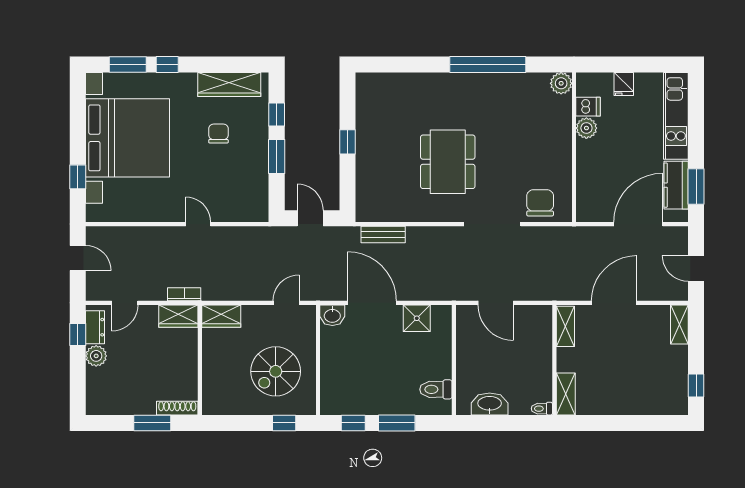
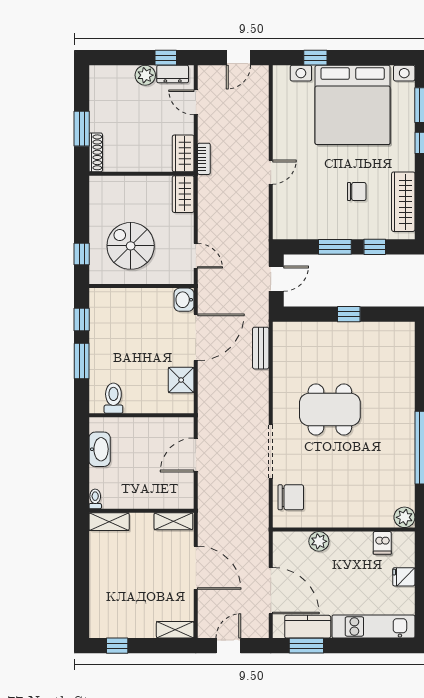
plant: (586, 128) -> (319, 541), moved

